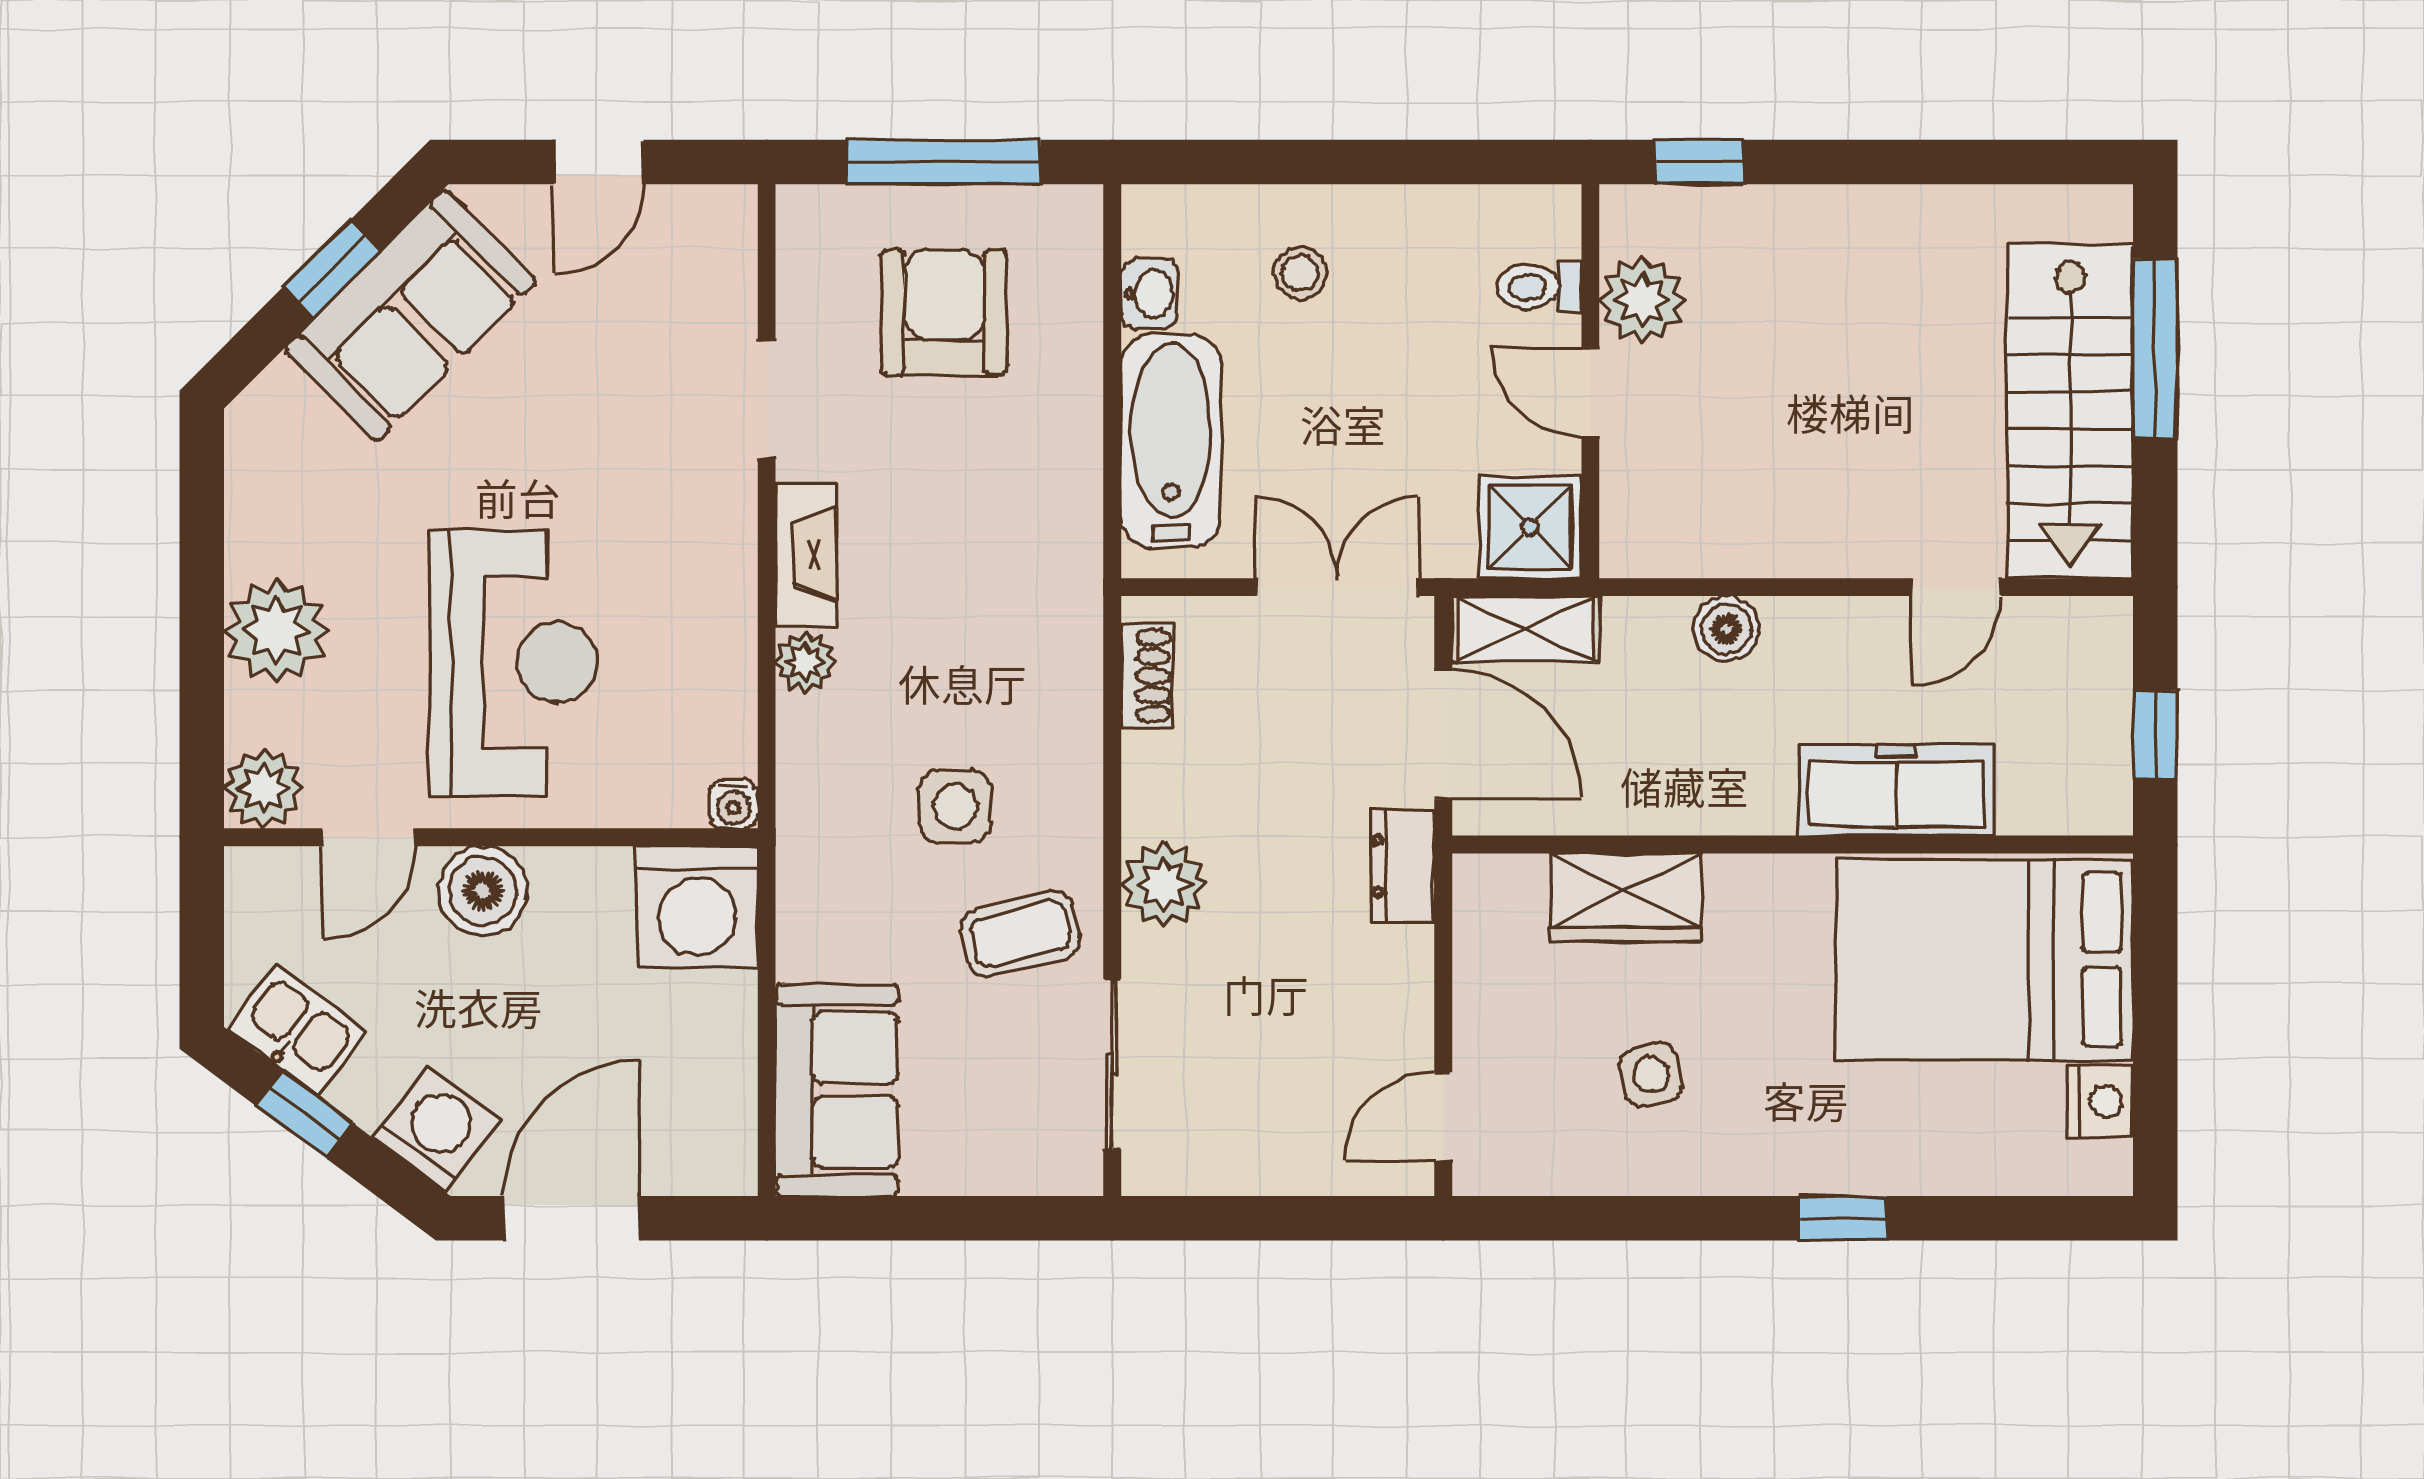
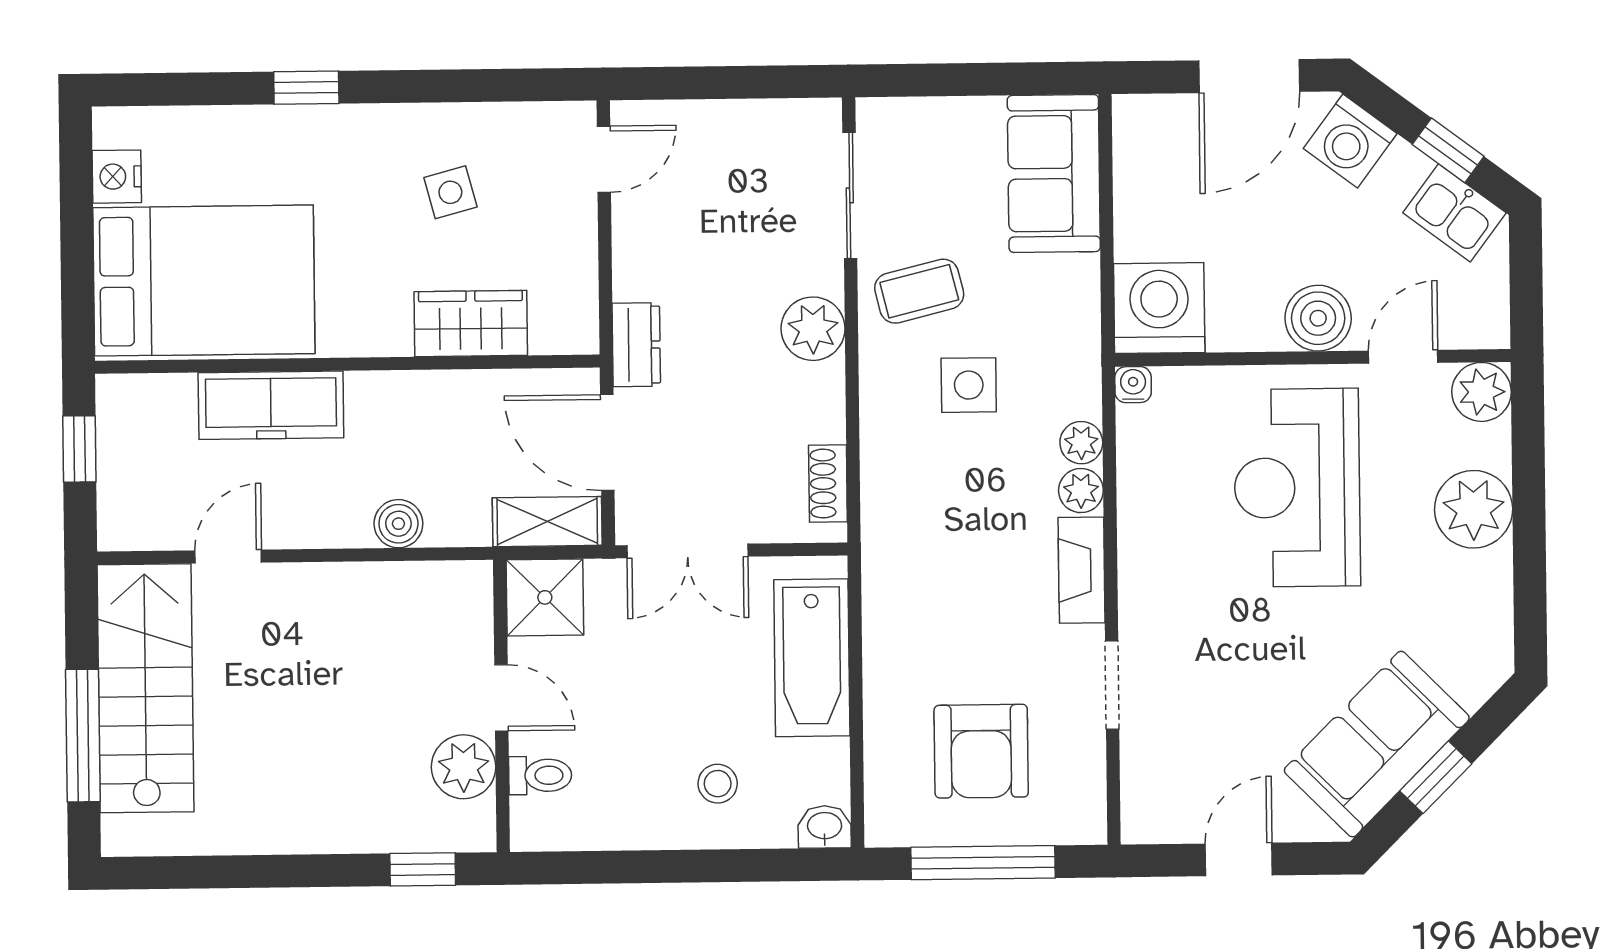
washbasin: (1150, 294) -> (825, 827), moved, turned 90
plant: (804, 727) -> (1081, 443), added

